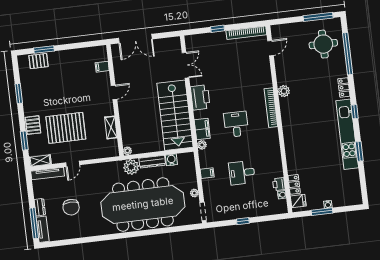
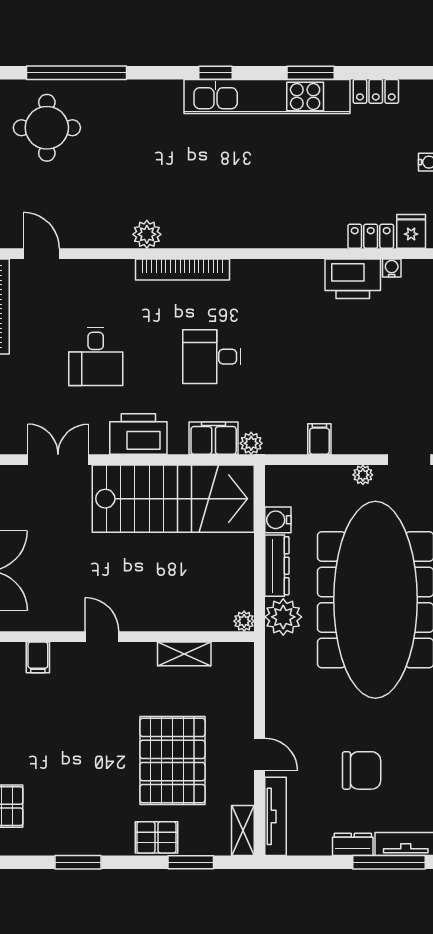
locker: (344, 87) -> (376, 91), moved
desk: (242, 173) -> (96, 357), moved
printer: (279, 184) -> (353, 279), width x1.87, depth x1.48

